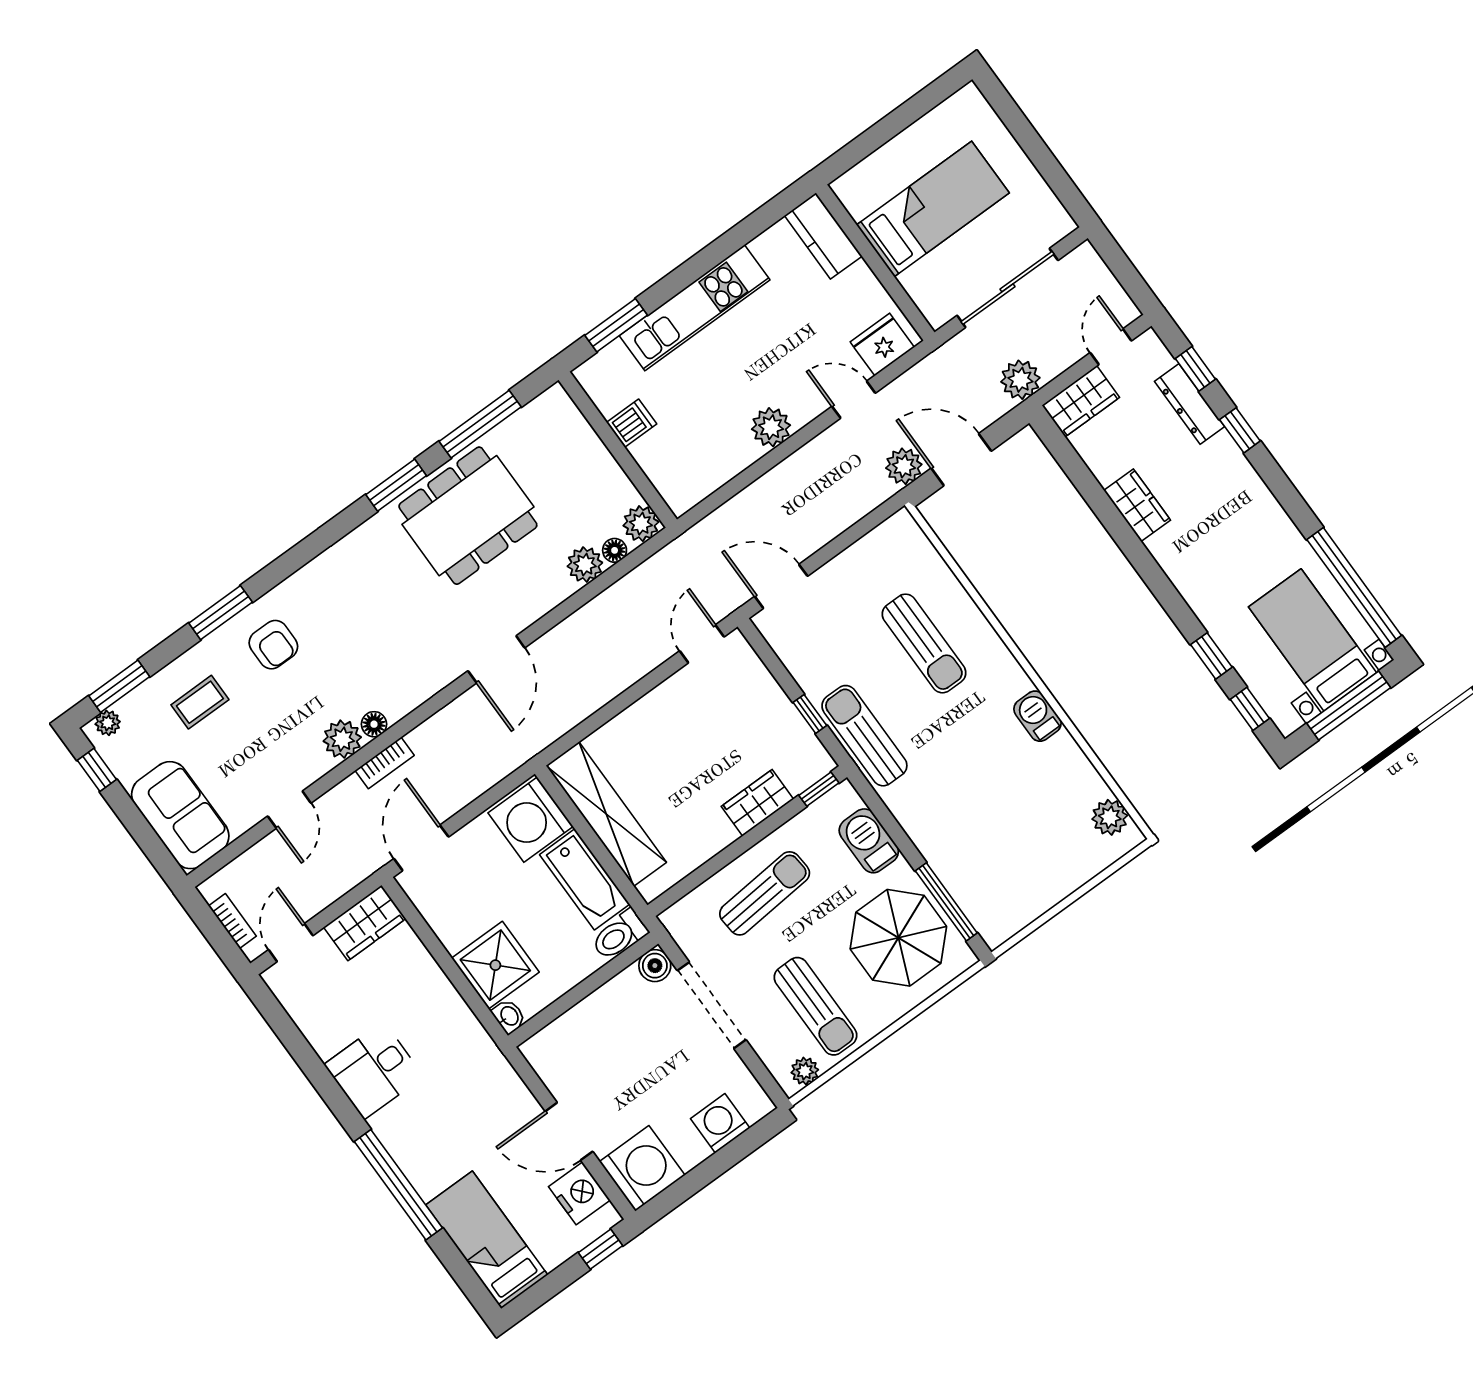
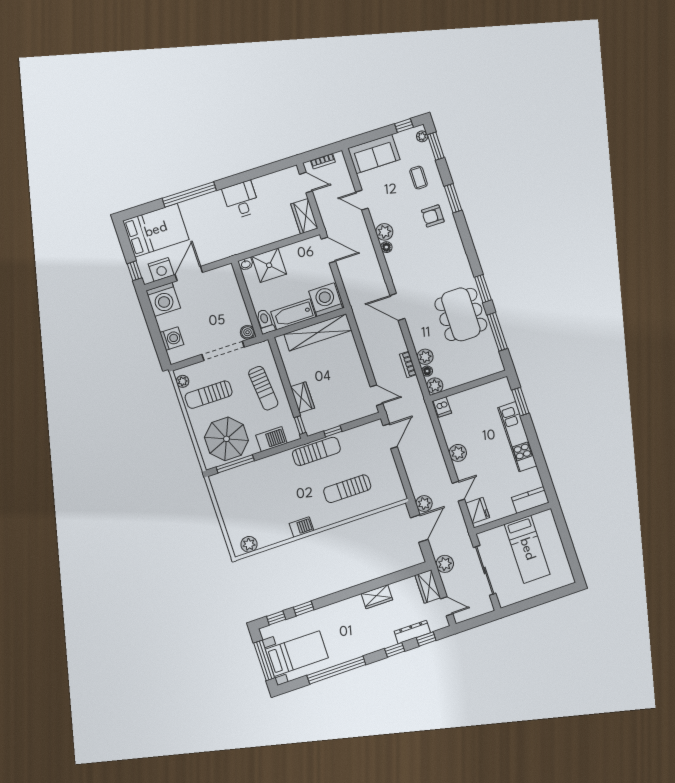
dishwasher: (632, 423) -> (442, 407), moved
window: (1354, 587) -> (336, 670), moved
bookcase: (385, 763) -> (408, 364), moved
bed: (487, 1240) -> (156, 230), width x1.50

